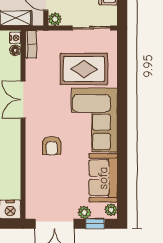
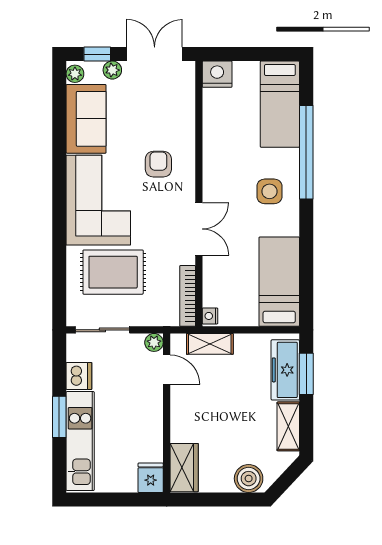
bookcase: (31, 44) -> (188, 296), width x1.56
floor lamp: (15, 50) -> (210, 298), removed

